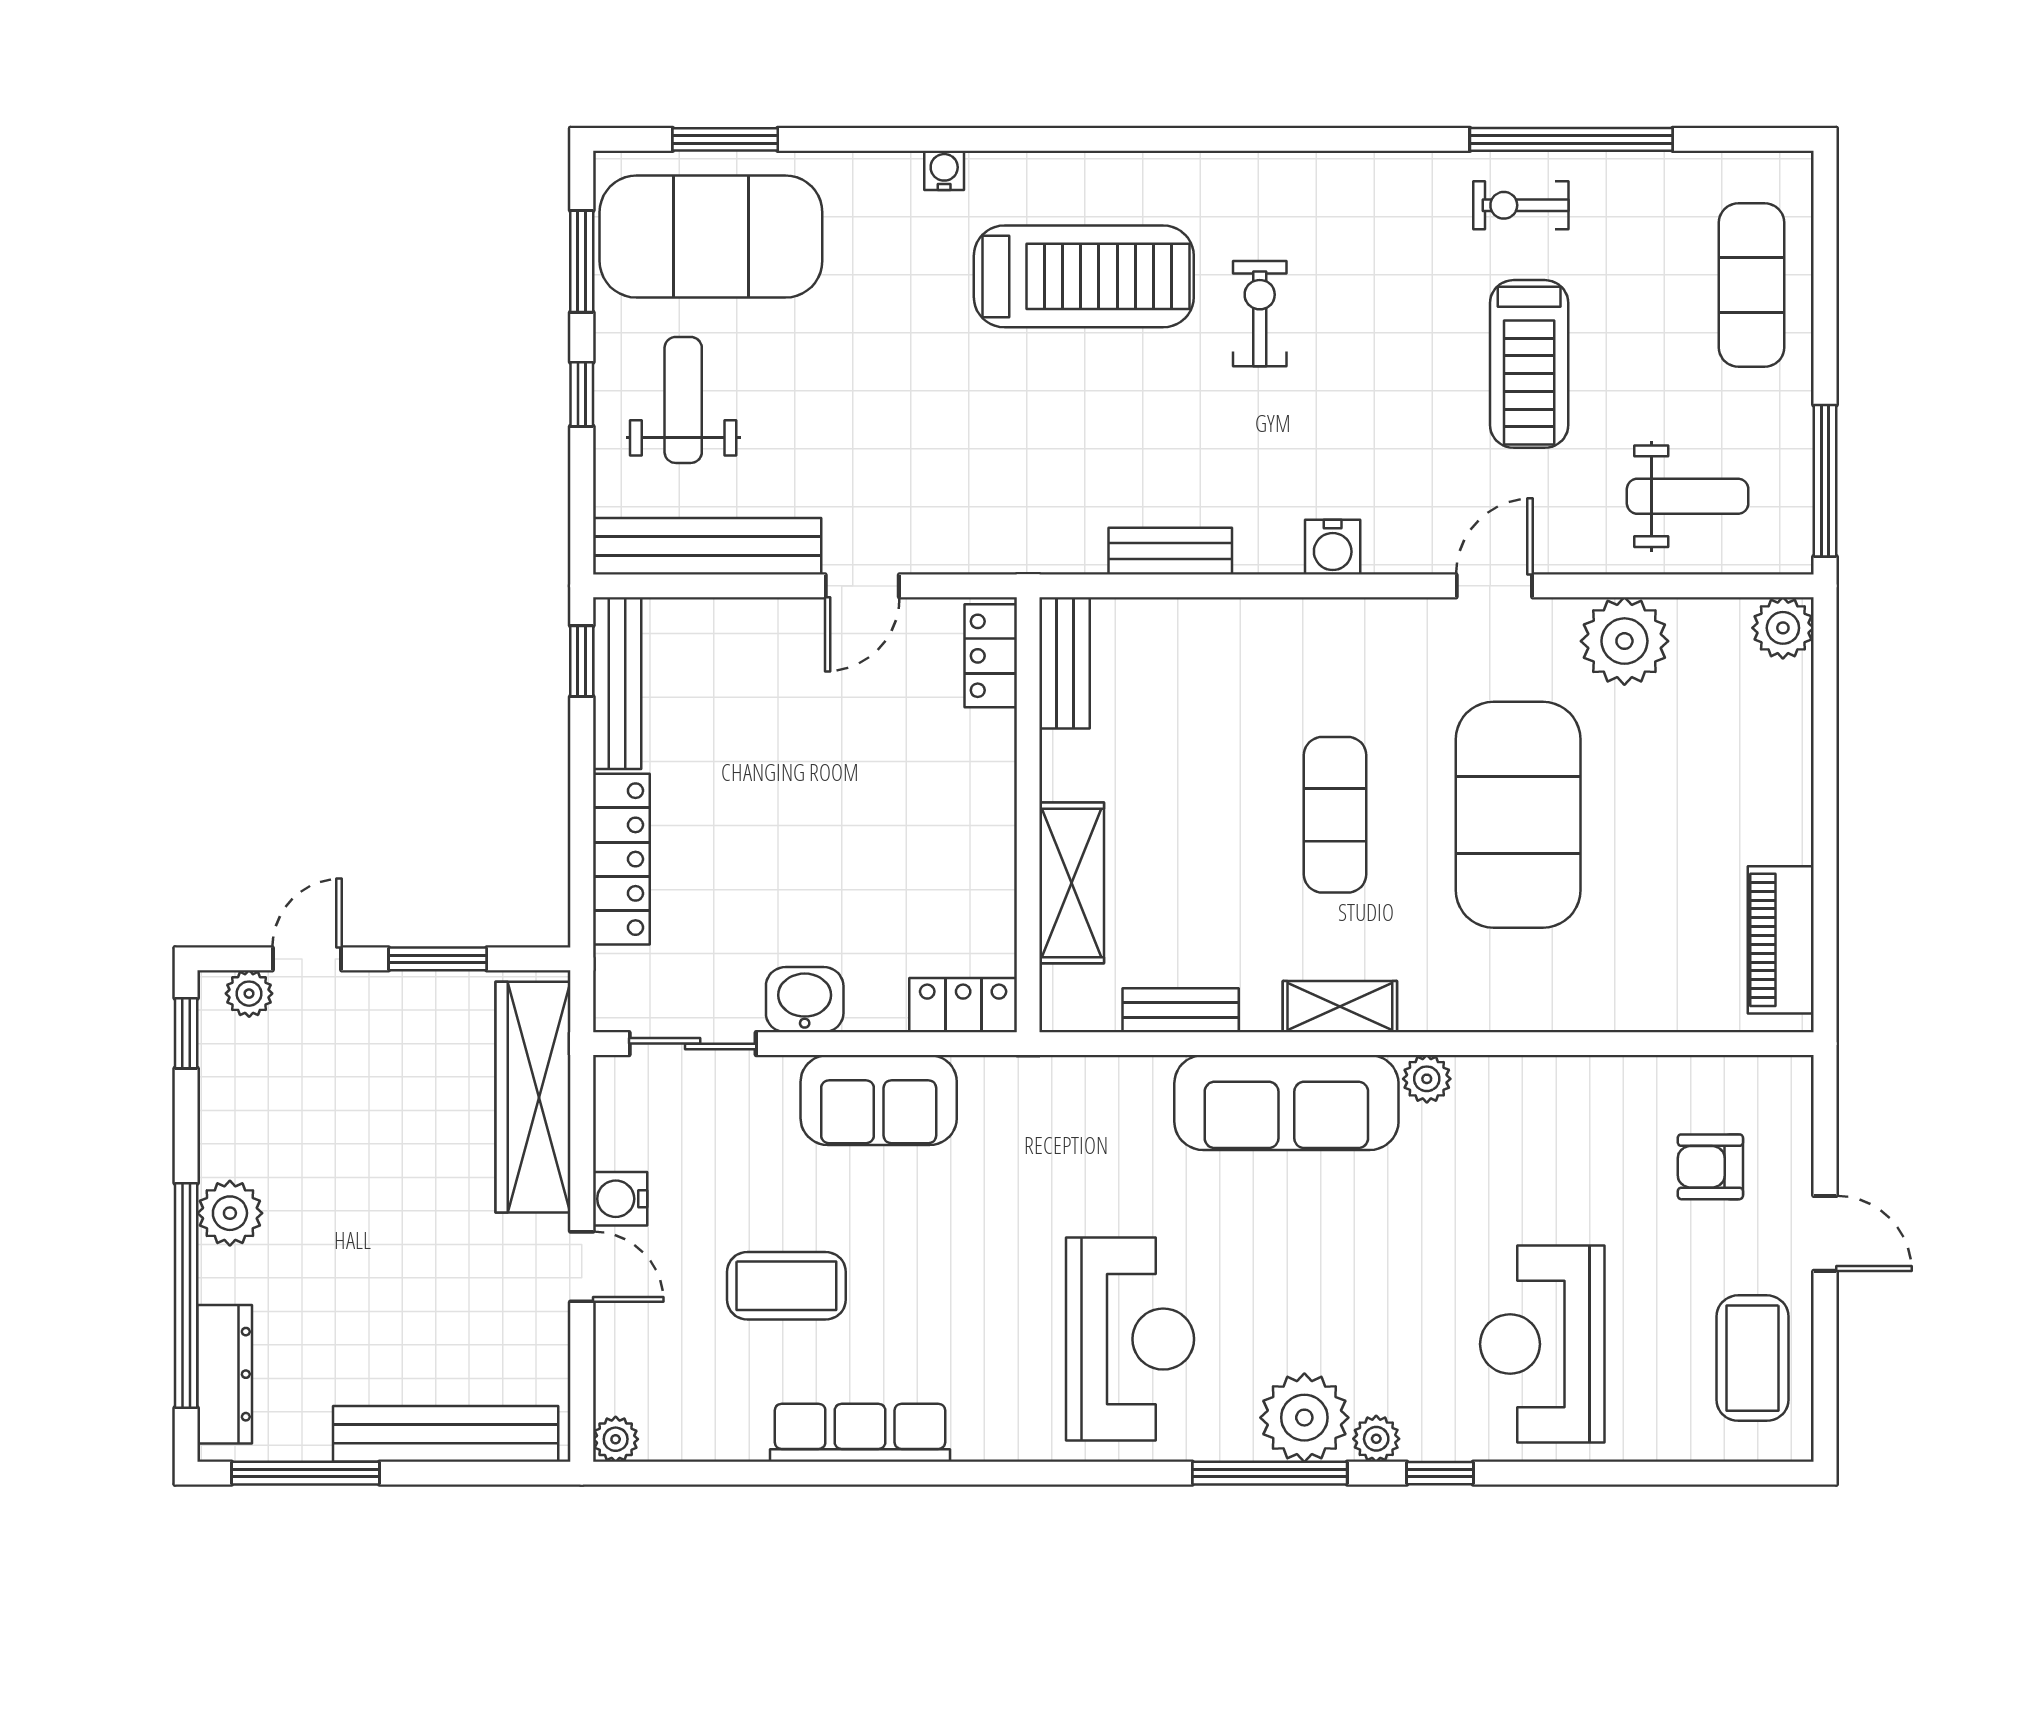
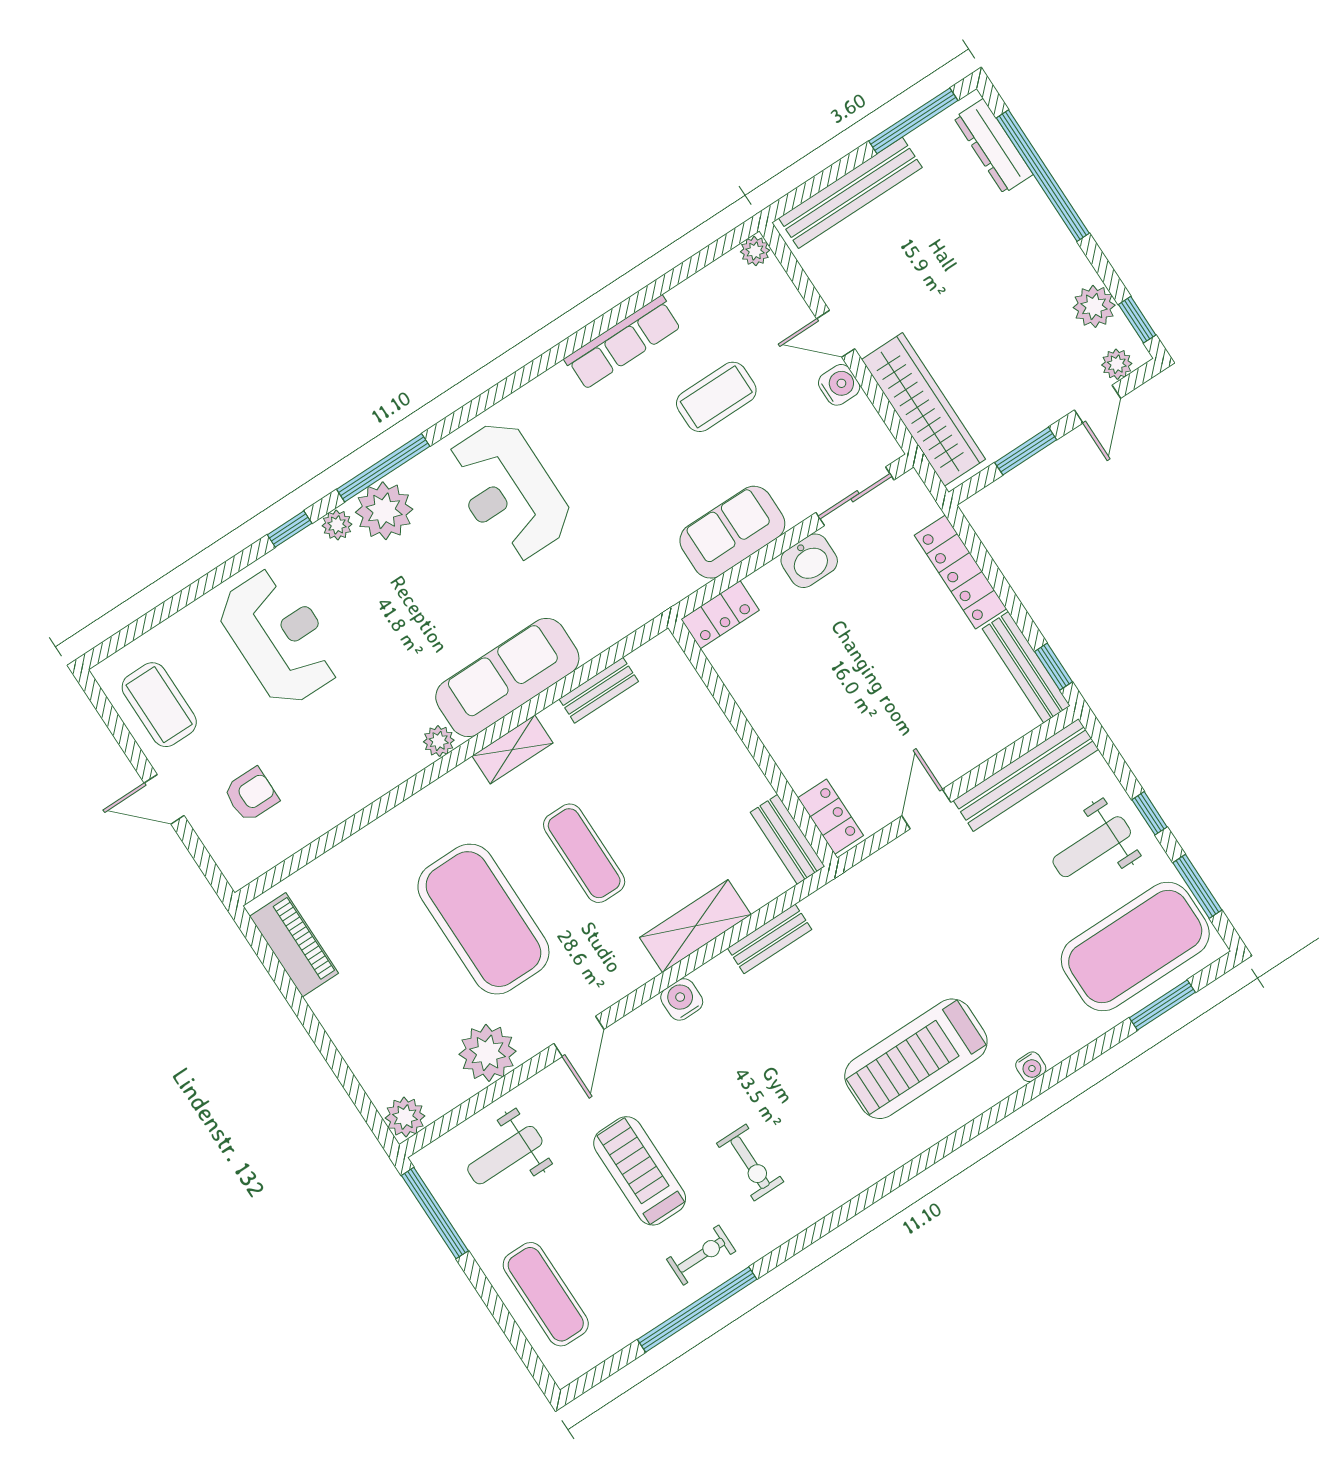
exercise bike: (1260, 314) -> (750, 1163), moved
weight bench: (683, 400) -> (1092, 847), turned 90
shelving: (1072, 883) -> (695, 926), moved, turned 90
plant: (230, 1213) -> (1094, 306), moved

